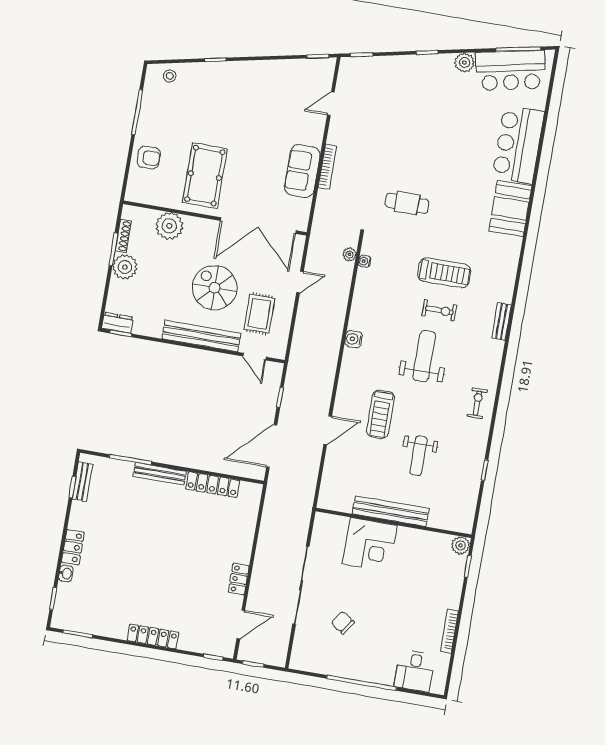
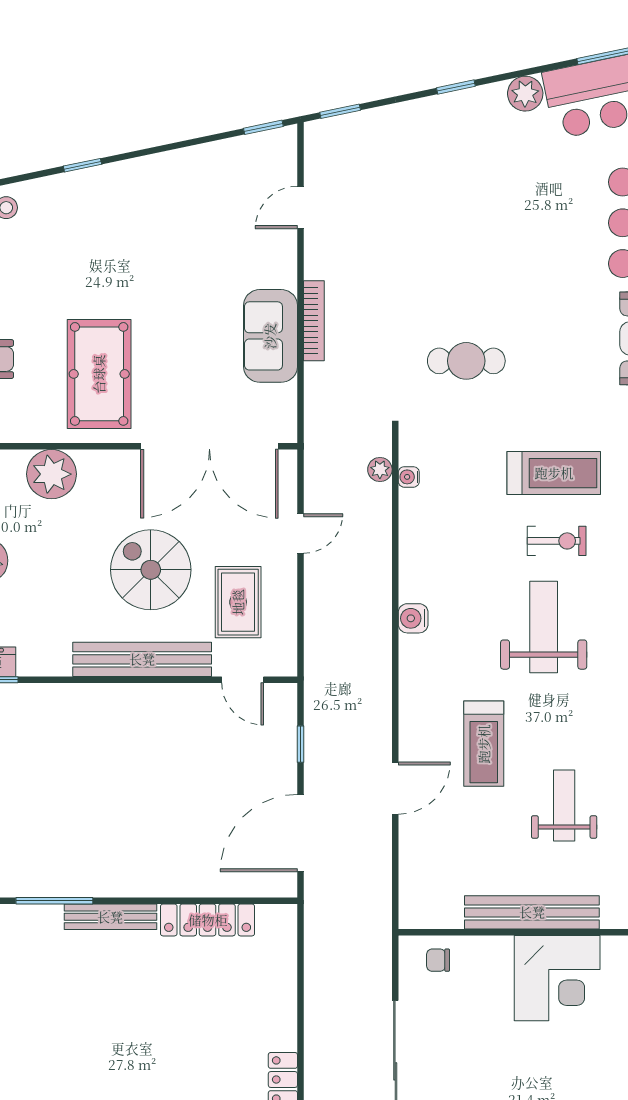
weight bench: (419, 456) -> (564, 806), turned 180
chair: (335, 528) -> (438, 960), added
corner desk: (370, 545) -> (557, 978), moved

